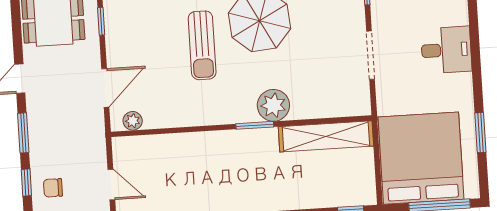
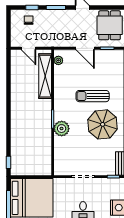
door: (105, 88) -> (85, 48), moved
shelving: (326, 136) -> (45, 76), moved
door: (111, 184) -> (28, 48), hinge flipped

